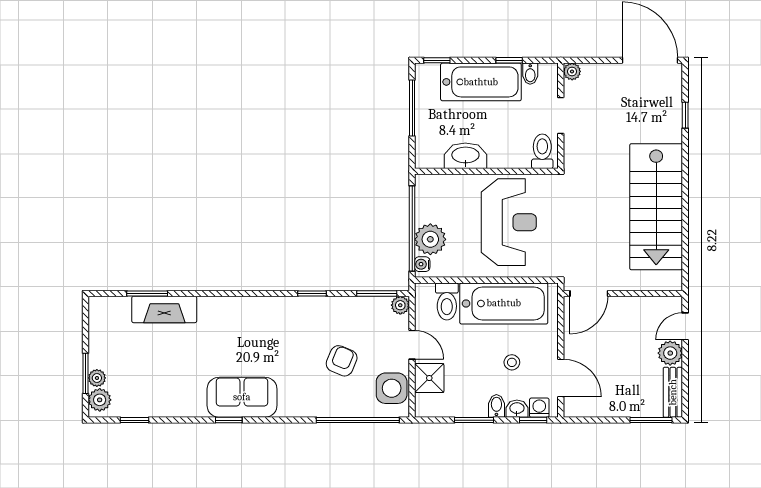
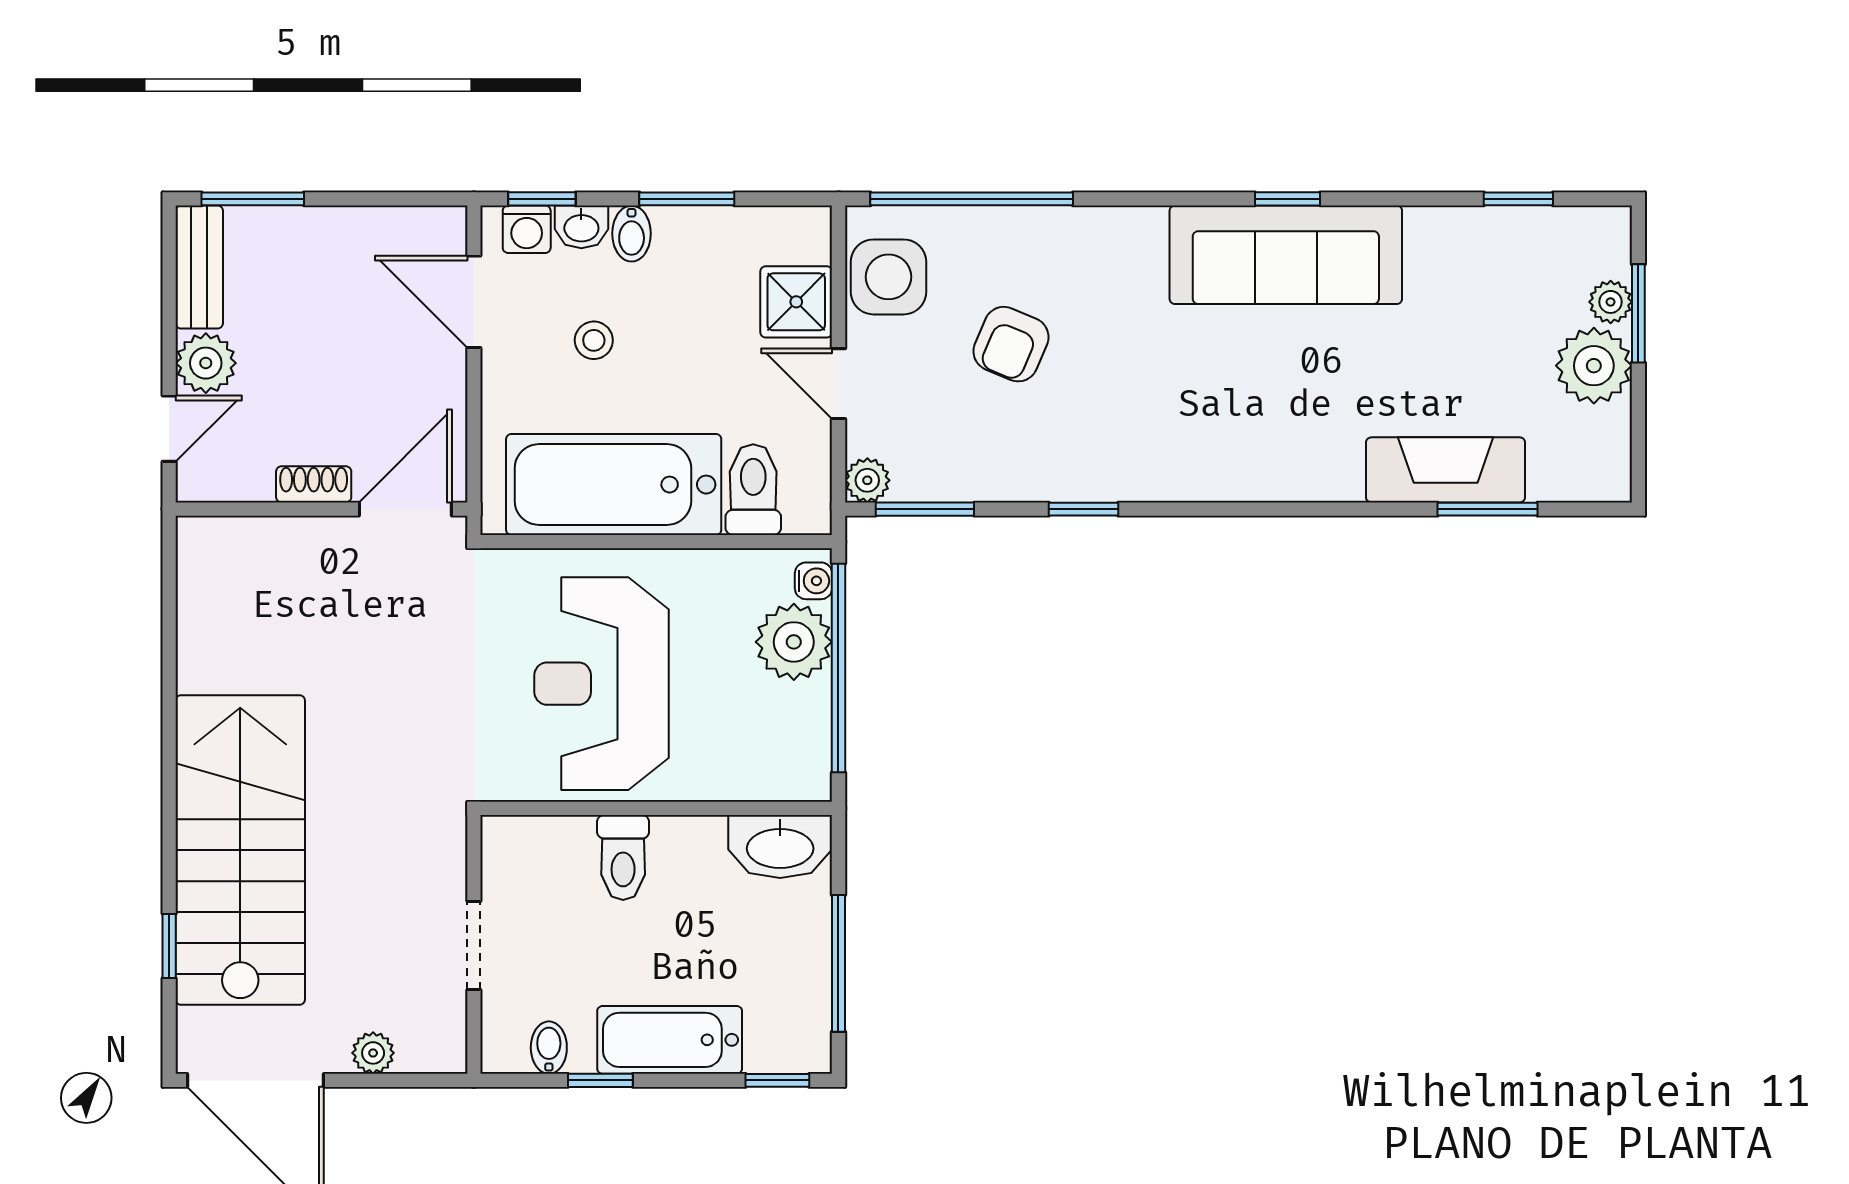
plant: (572, 71) -> (373, 1053), moved
bathtub: (481, 82) -> (670, 1040), width x0.73, depth x0.73
toilet: (542, 151) -> (623, 857), moved
washbasin: (465, 156) -> (780, 847), moved
stairs: (656, 207) -> (240, 850), moved
shoe rack: (626, 304) -> (314, 484), added
sofa: (242, 397) -> (1286, 255), width x1.36
plant: (100, 400) -> (1594, 366), moved, width x1.36, depth x1.36

